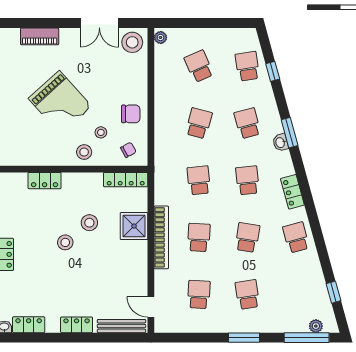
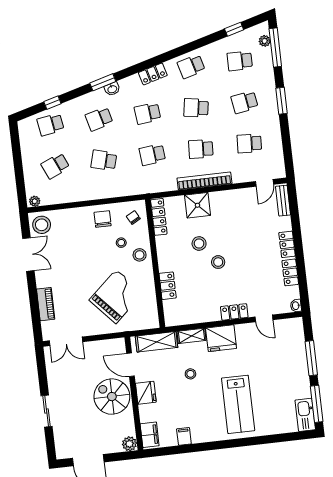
grand piano: (60, 102) -> (116, 296), moved
school desk: (296, 294) -> (240, 61), added
locker: (29, 325) -> (290, 272), moved
bench: (121, 326) -> (283, 201), width x0.73

